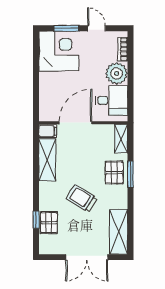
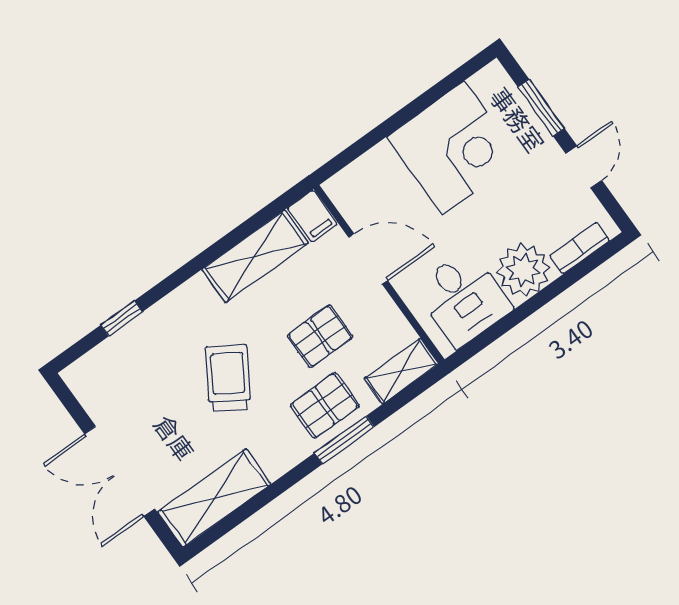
corner desk: (59, 51) -> (453, 148), moved
door: (75, 123) -> (368, 259), width x0.73
pallet: (49, 223) -> (320, 336), moved

